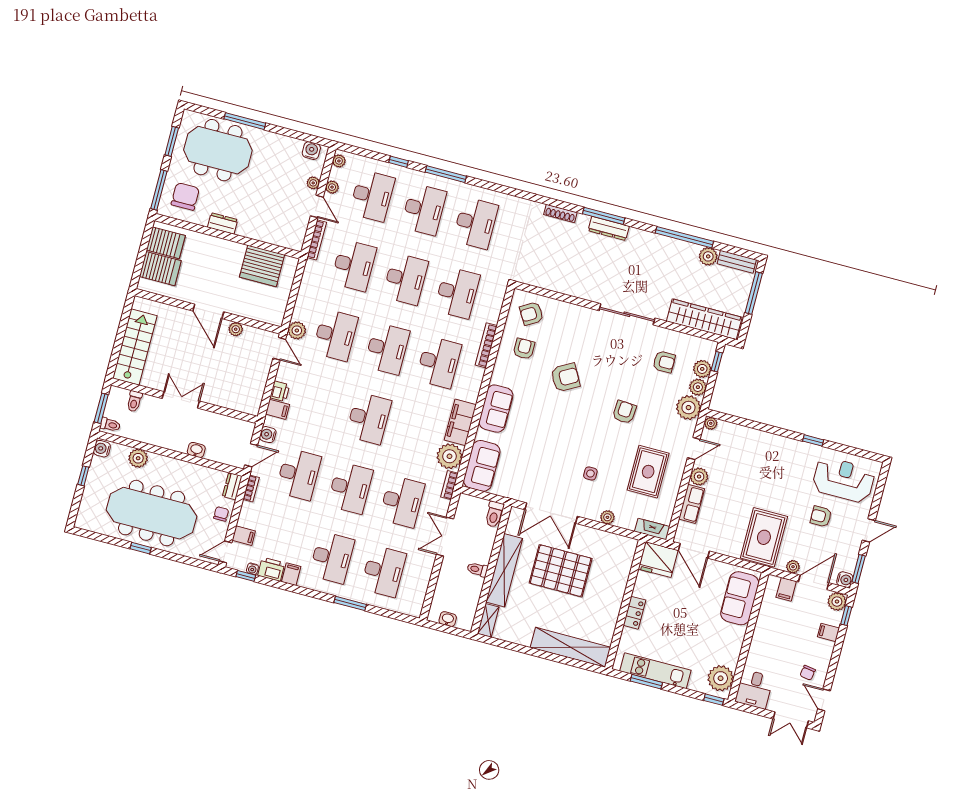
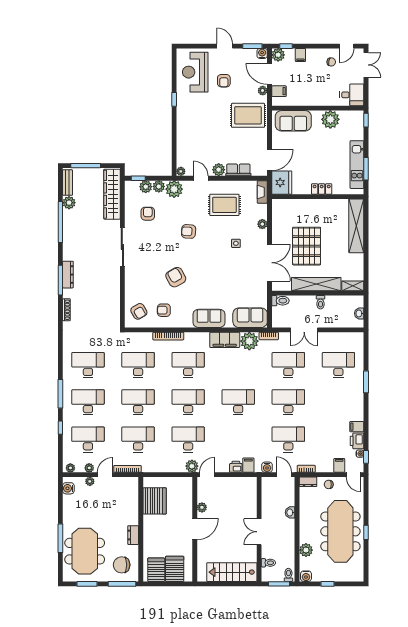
desk: (332, 558) -> (338, 402), removed
plant: (721, 678) -> (330, 119), moved

